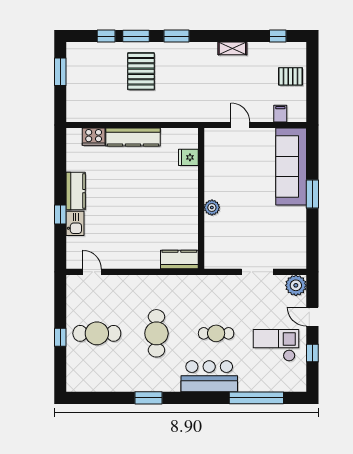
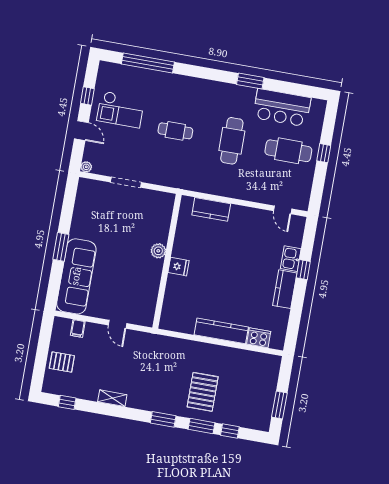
fridge: (188, 157) -> (179, 267), moved
kitchen counter: (179, 259) -> (211, 209), moved
plant: (296, 285) -> (86, 167), width x0.53, depth x0.53
bar counter: (209, 376) -> (282, 108), moved

